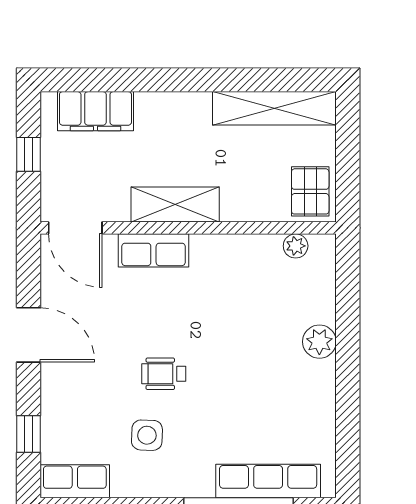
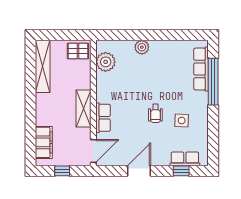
plant: (296, 246) -> (106, 62), width x1.88, depth x1.88
row of seats: (75, 481) -> (185, 159), moved, turned 90

